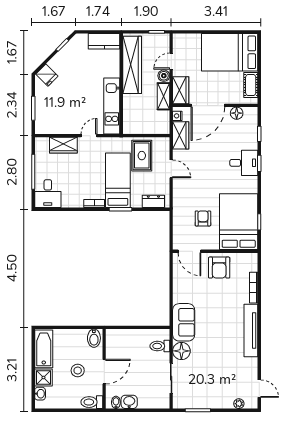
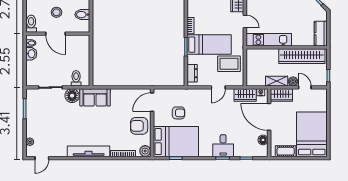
plant: (250, 260) -> (145, 151), added
bidet: (94, 338) -> (82, 15), moved

